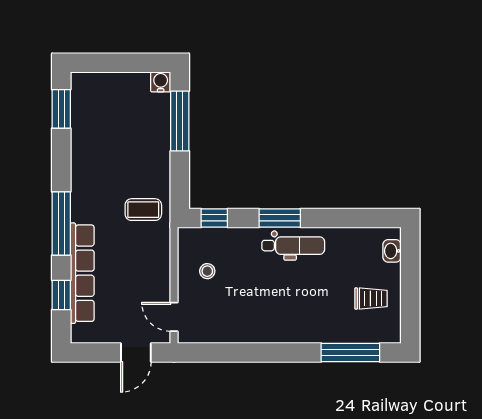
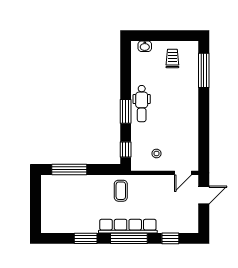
water cooler: (161, 82) -> (47, 181), removed
window: (61, 109) -> (86, 238), moved
dental chair: (293, 246) -> (142, 104), turned 180
row of seats: (82, 273) -> (128, 226), moved
door: (136, 352) -> (204, 195), hinge flipped

